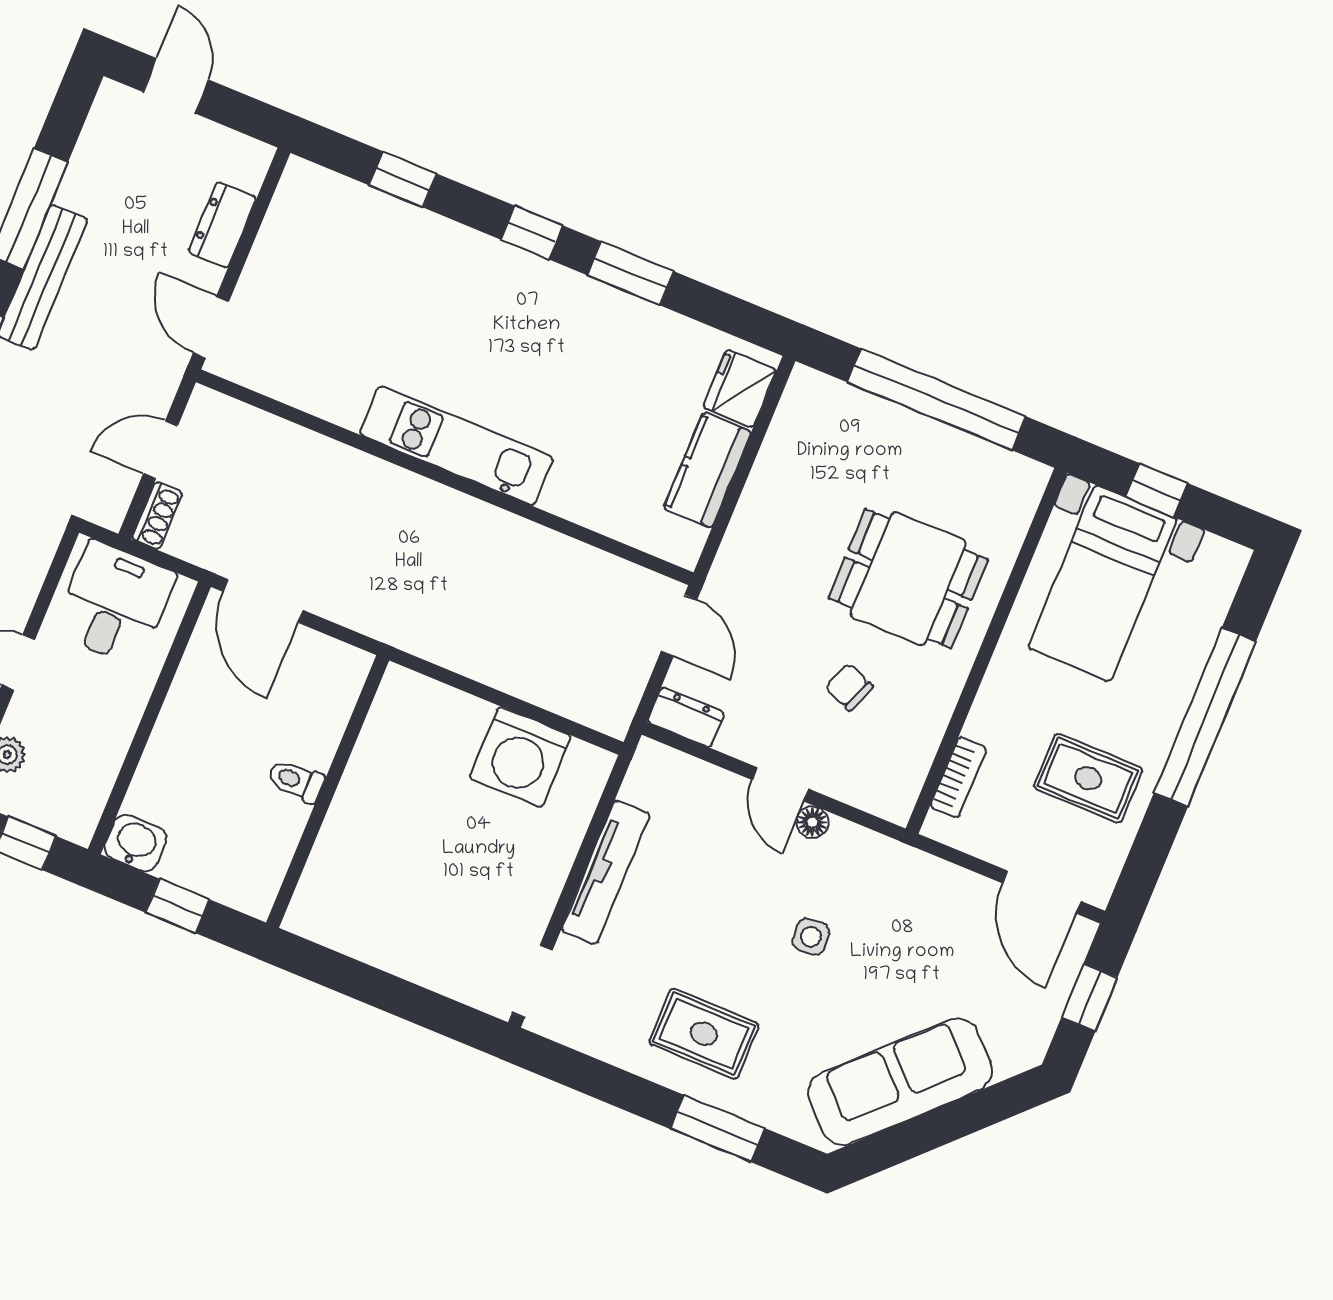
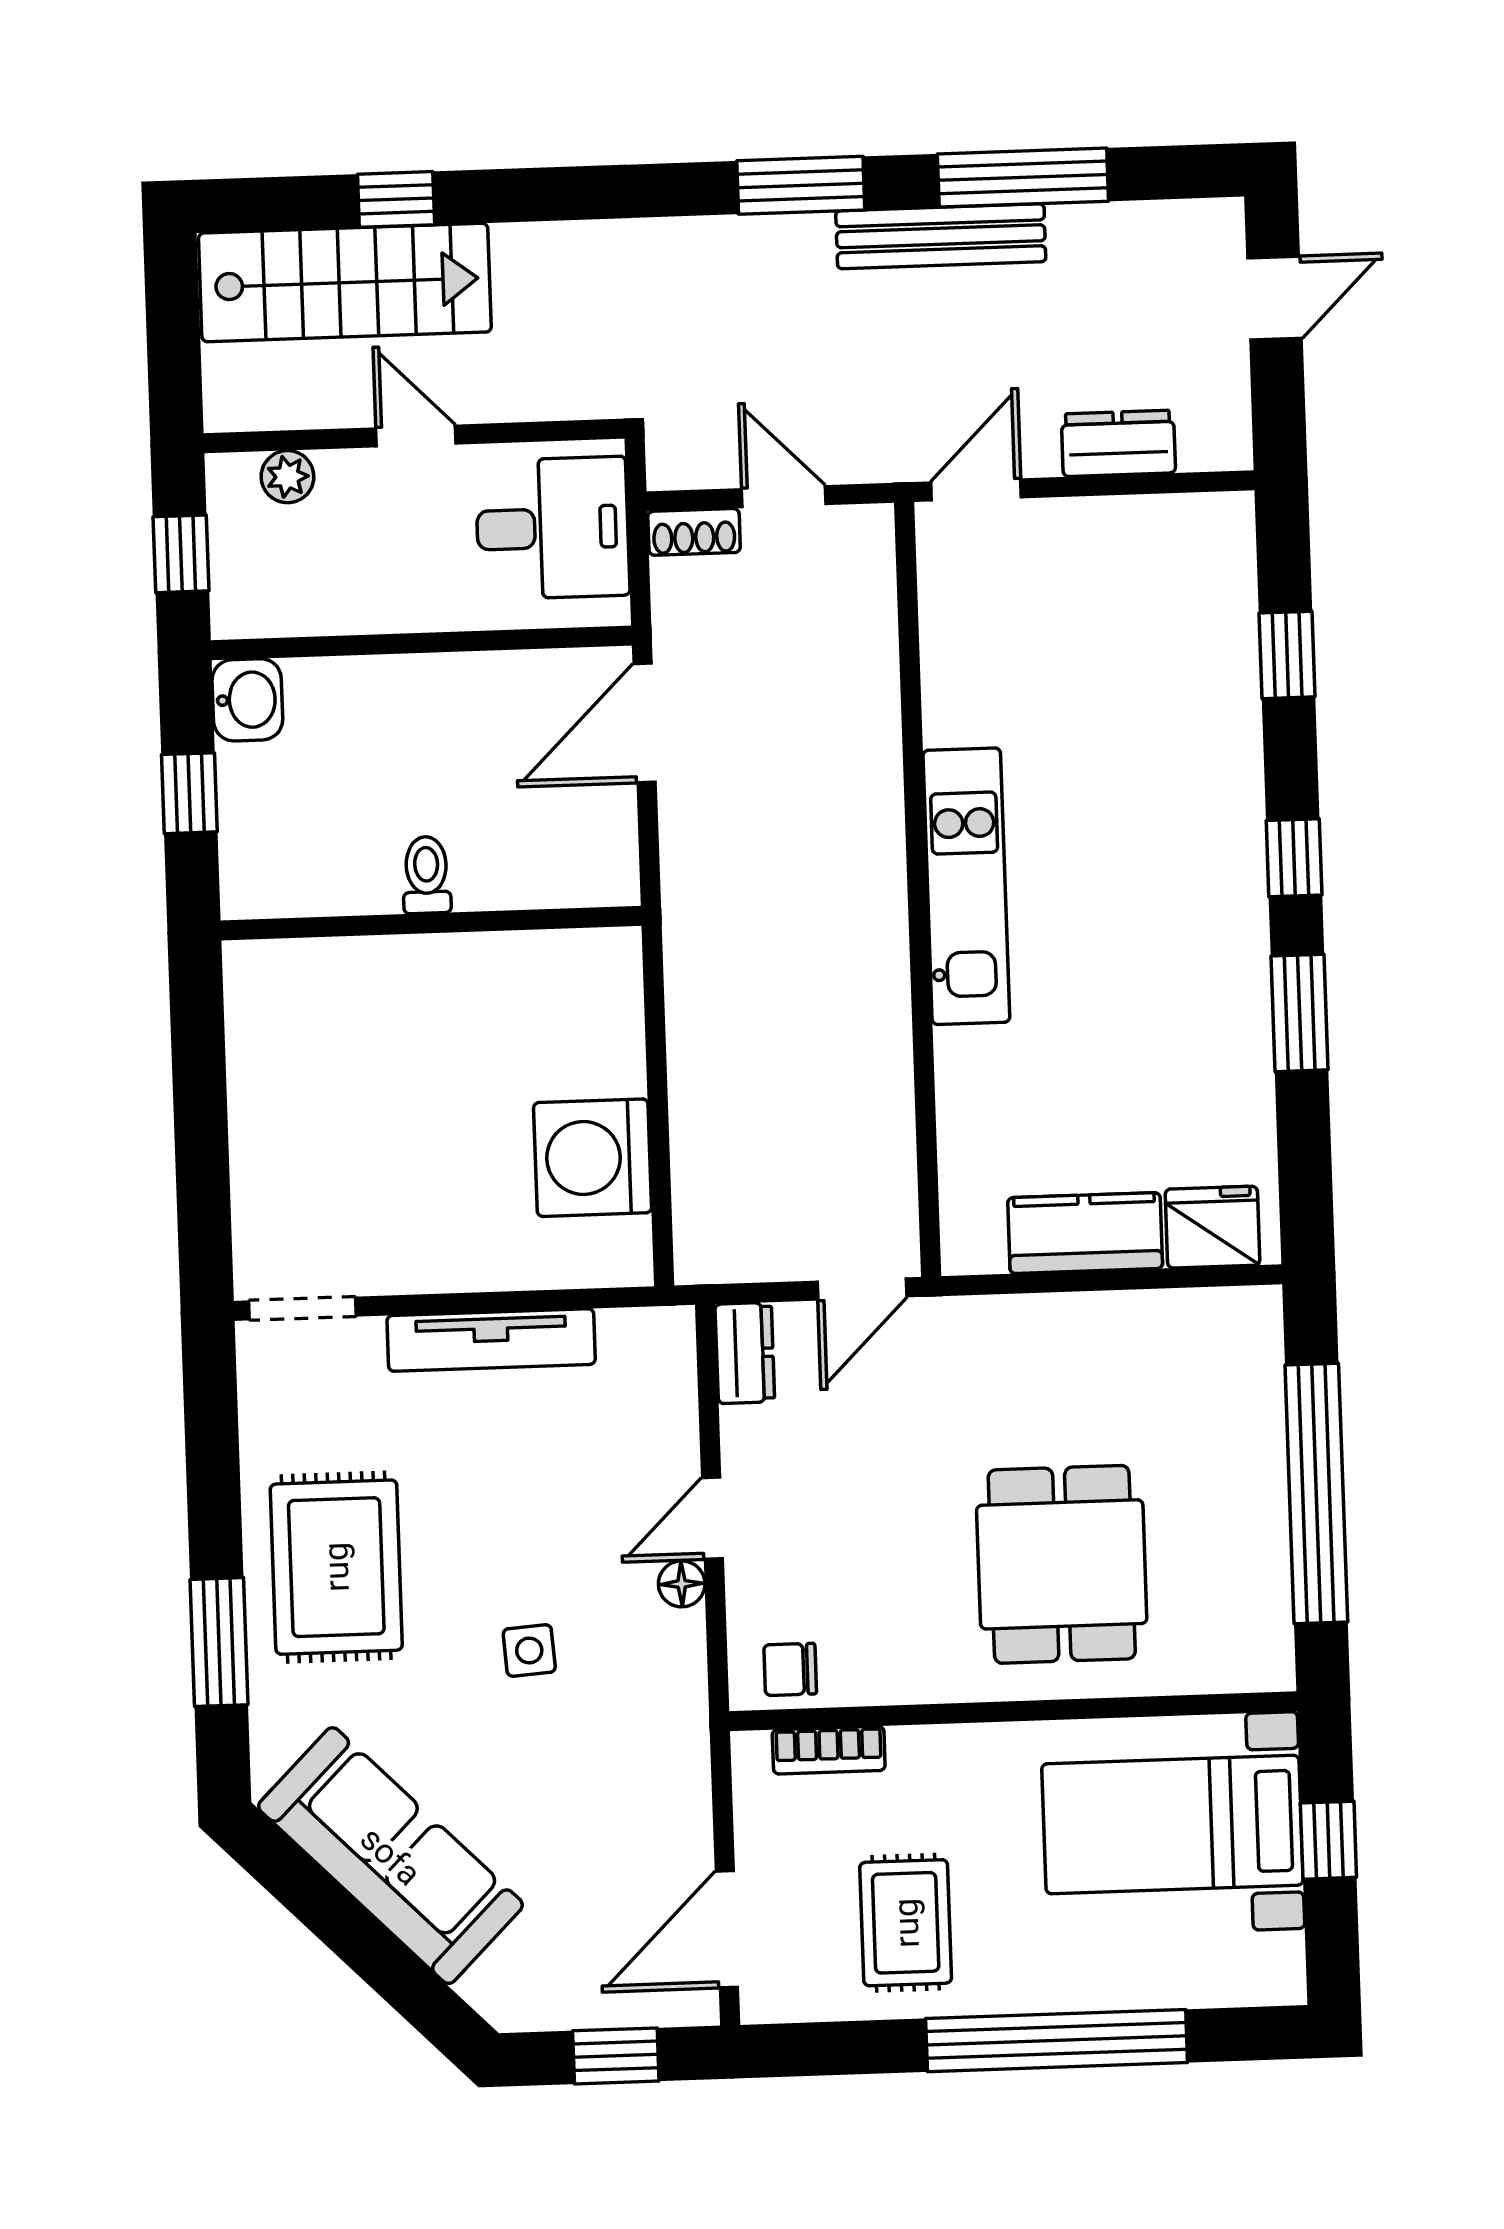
chair: (849, 687) -> (790, 1669), moved, turned -111
rug: (704, 1034) -> (336, 1567), width x1.36, depth x1.43

